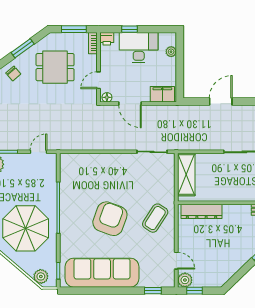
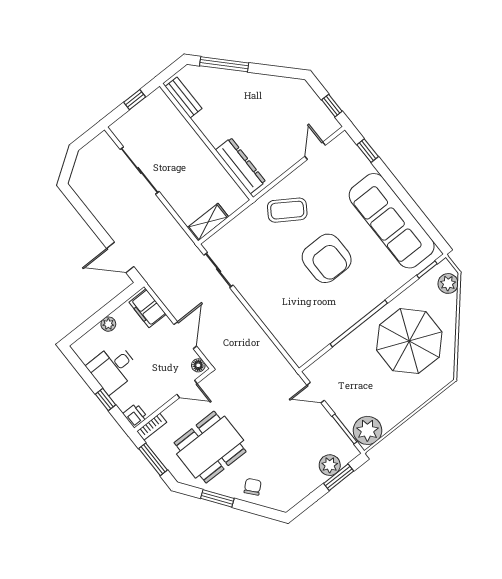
desk: (139, 48) -> (113, 368), width x0.73
plant: (171, 52) -> (108, 324), moved
dining table: (55, 67) -> (210, 447), width x1.38
door: (221, 102) -> (120, 257), moved
shelving: (186, 175) -> (208, 222), width x0.67, depth x0.75
armchair: (110, 219) -> (327, 258), turned -110
plant: (185, 280) -> (329, 125), removed

